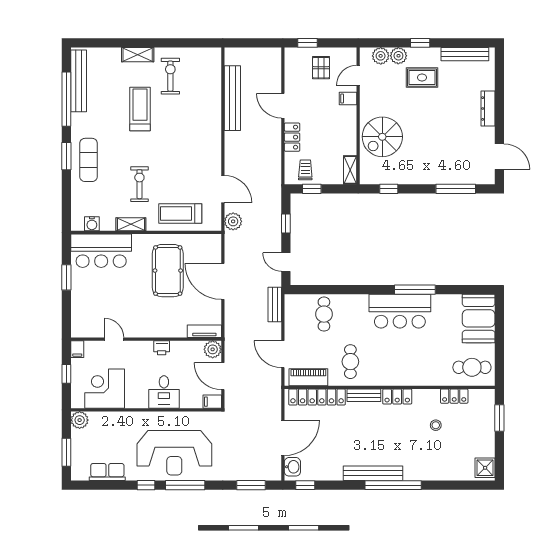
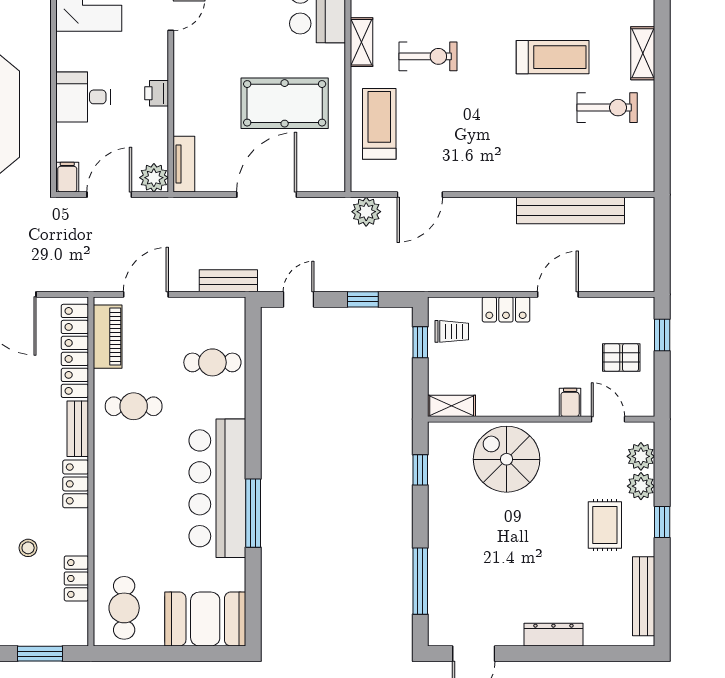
bar counter: (400, 311) -> (217, 488), width x1.36

